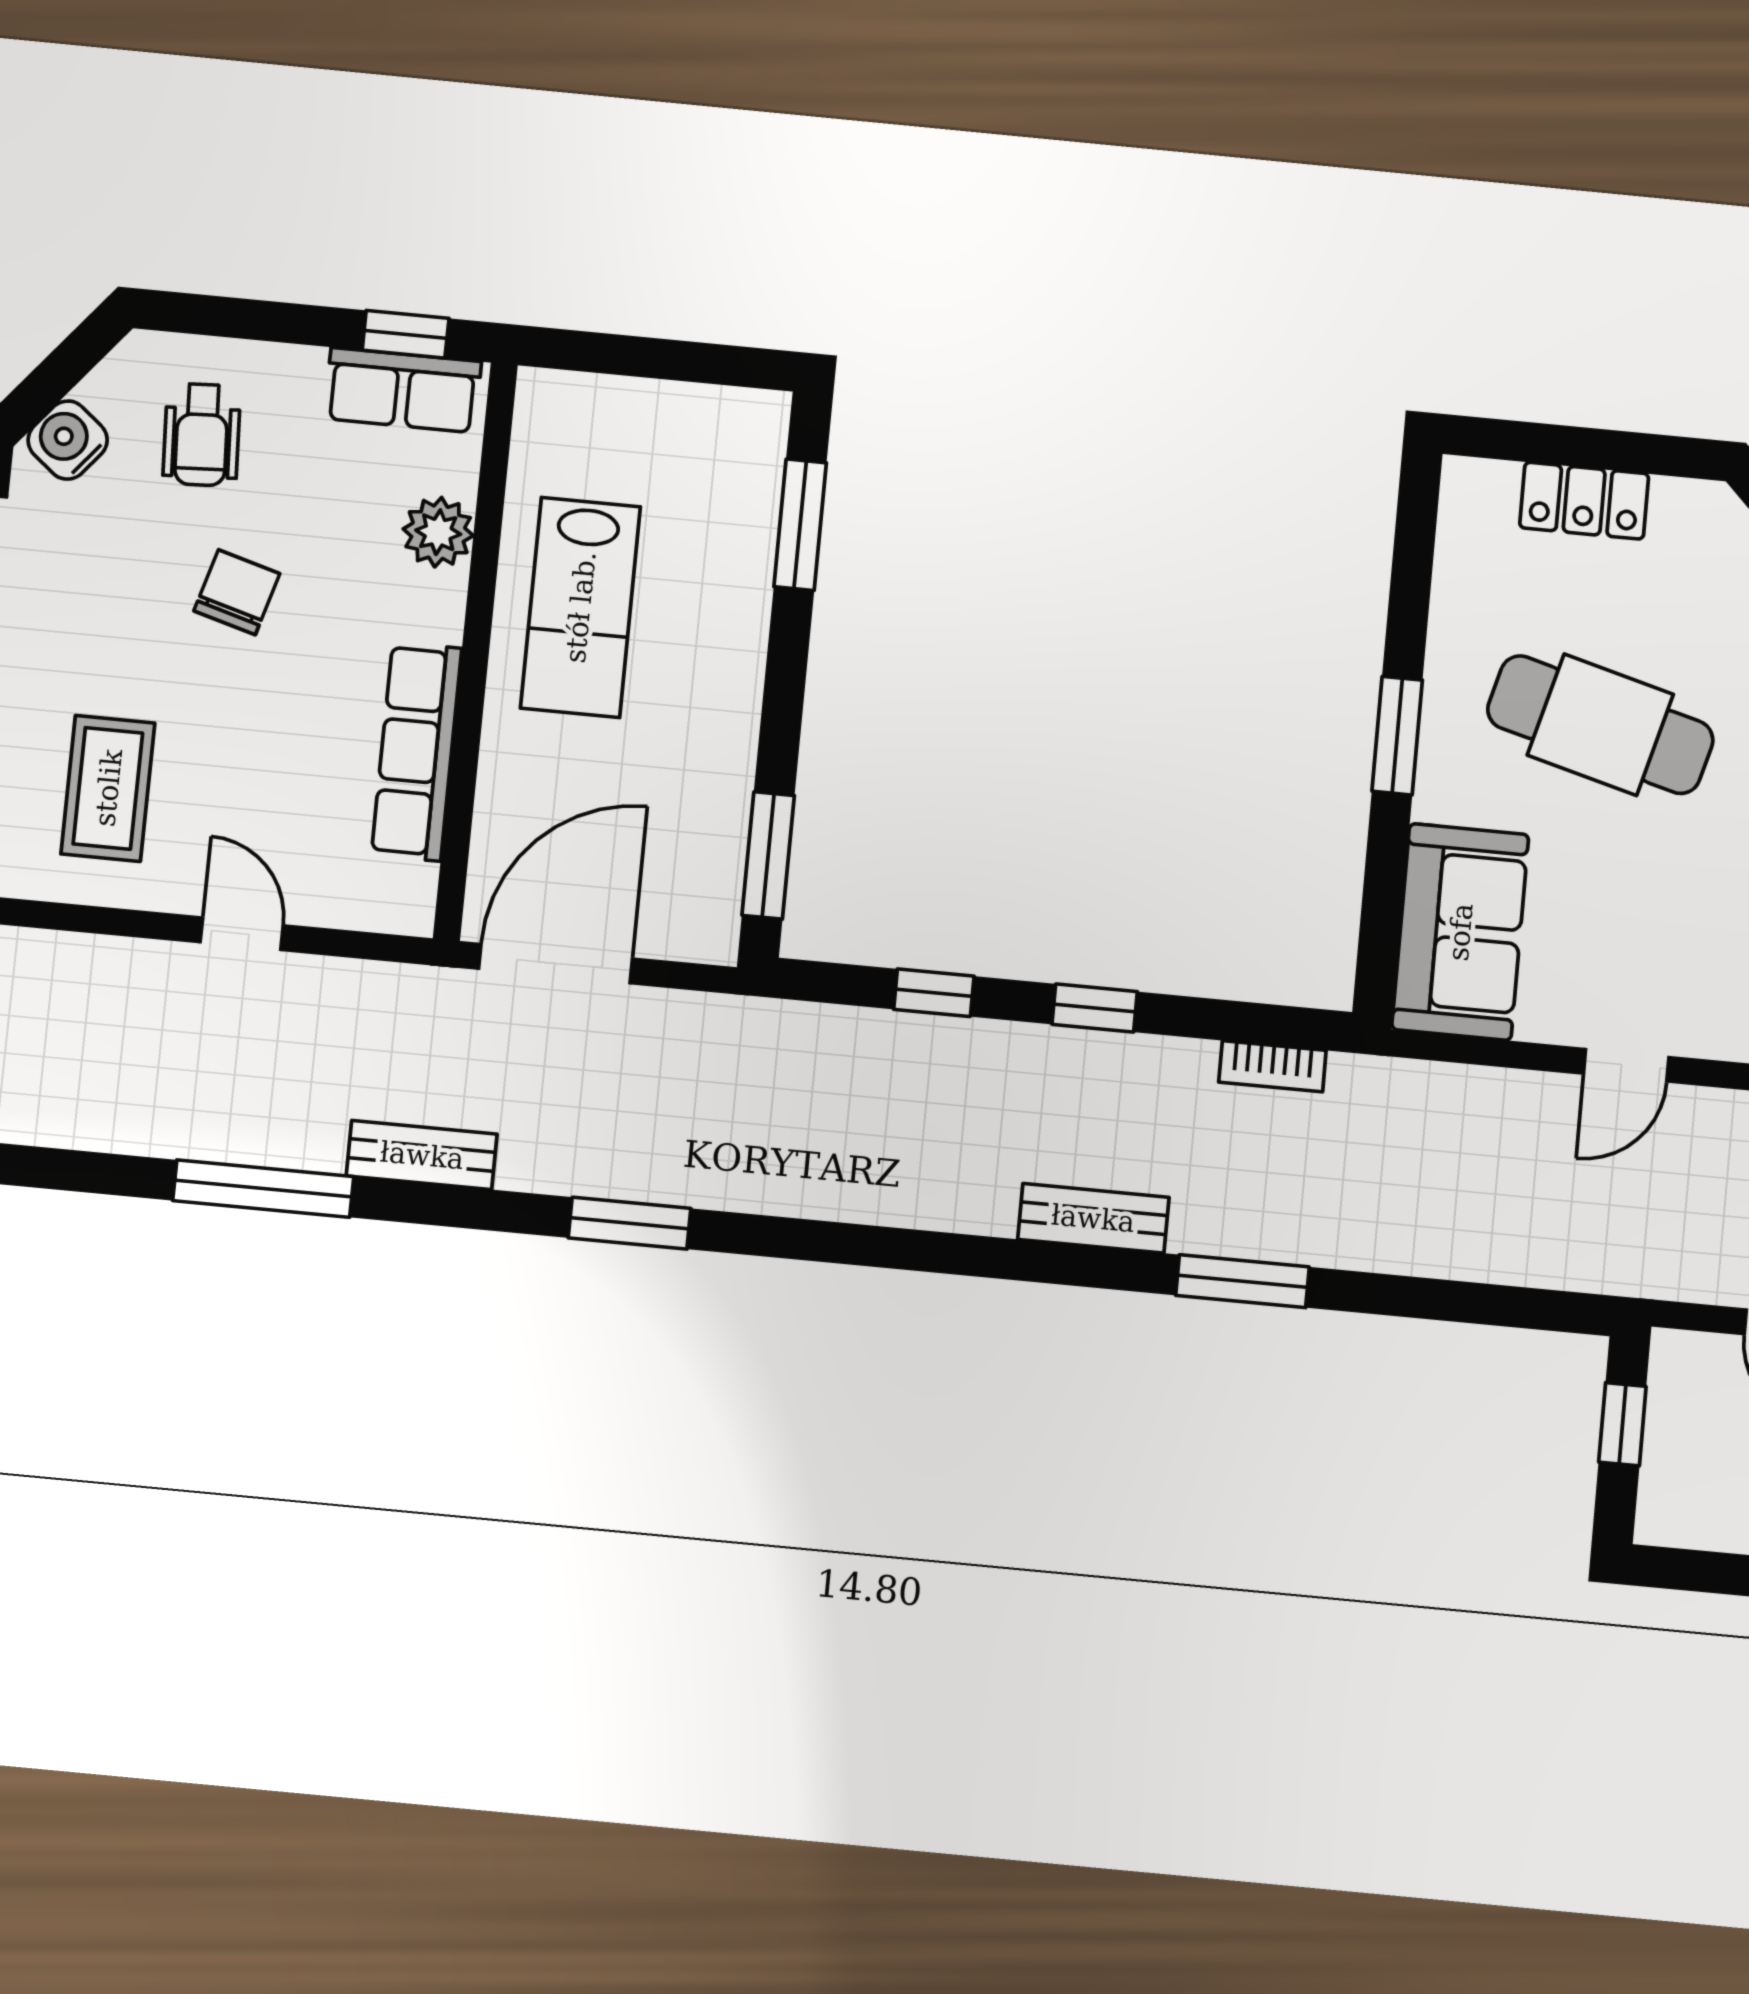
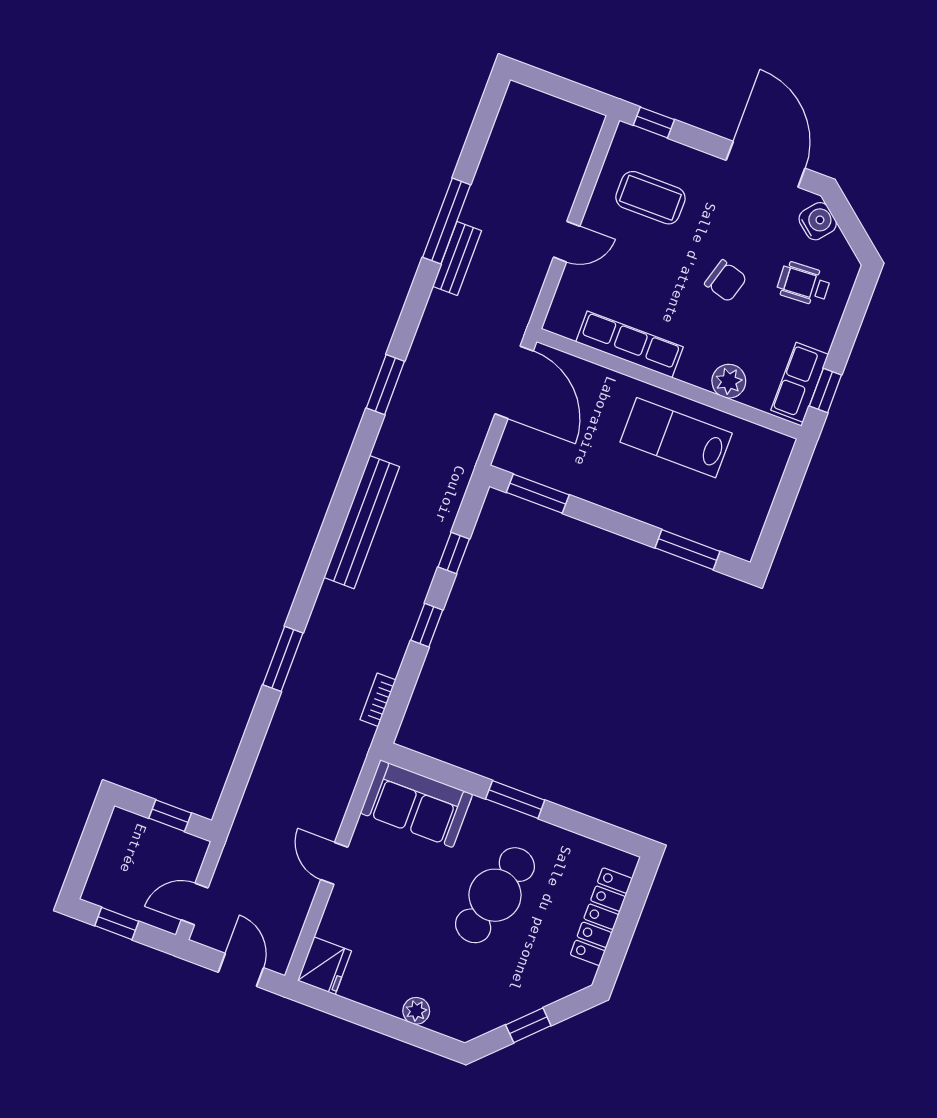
locker: (1584, 501) -> (601, 917), width x1.53
bench: (422, 1155) -> (457, 258), moved
bench: (1093, 1218) -> (362, 522), moved, width x1.86, depth x1.21

